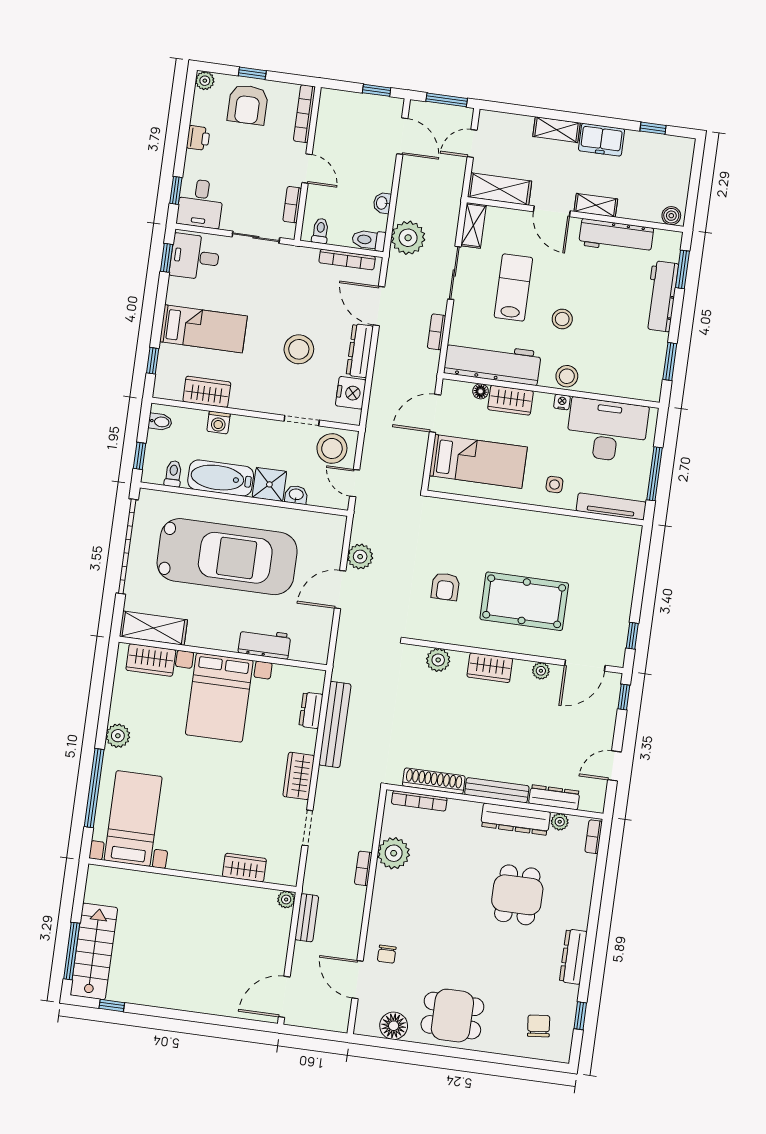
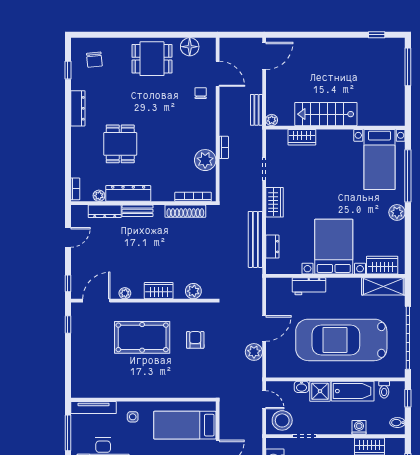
bench: (497, 790) -> (138, 211), width x0.73
stairs: (94, 951) -> (326, 114), moved, turned 90

